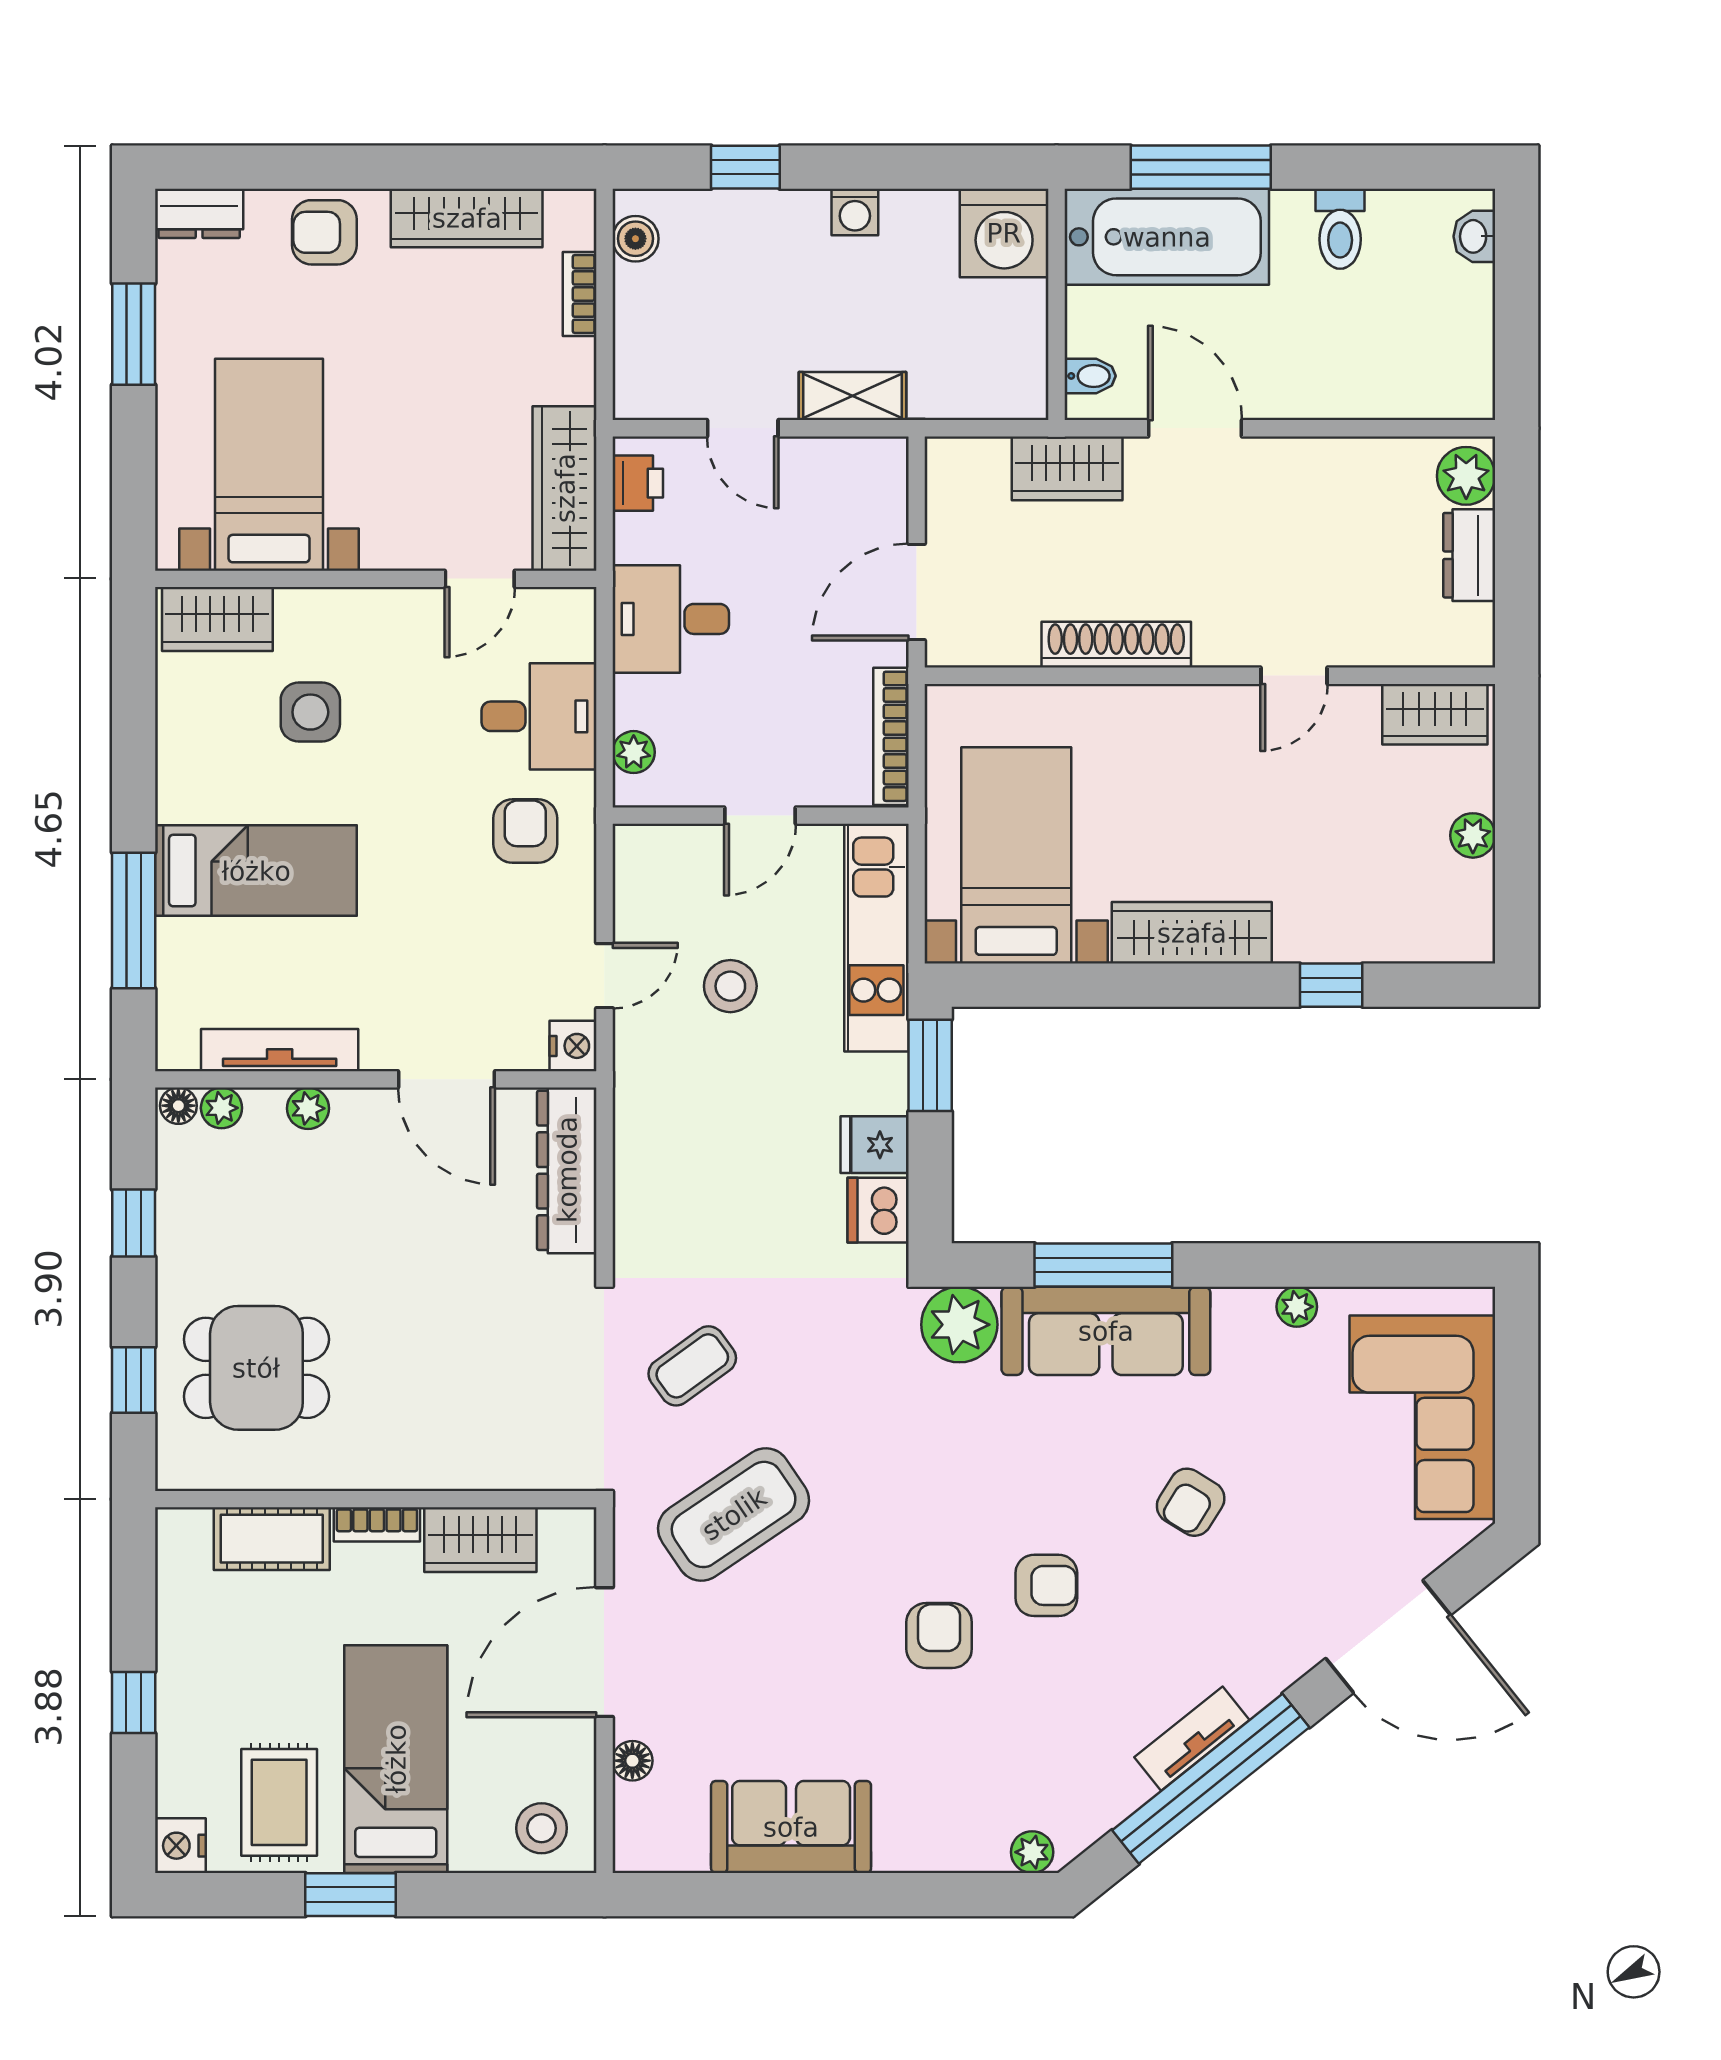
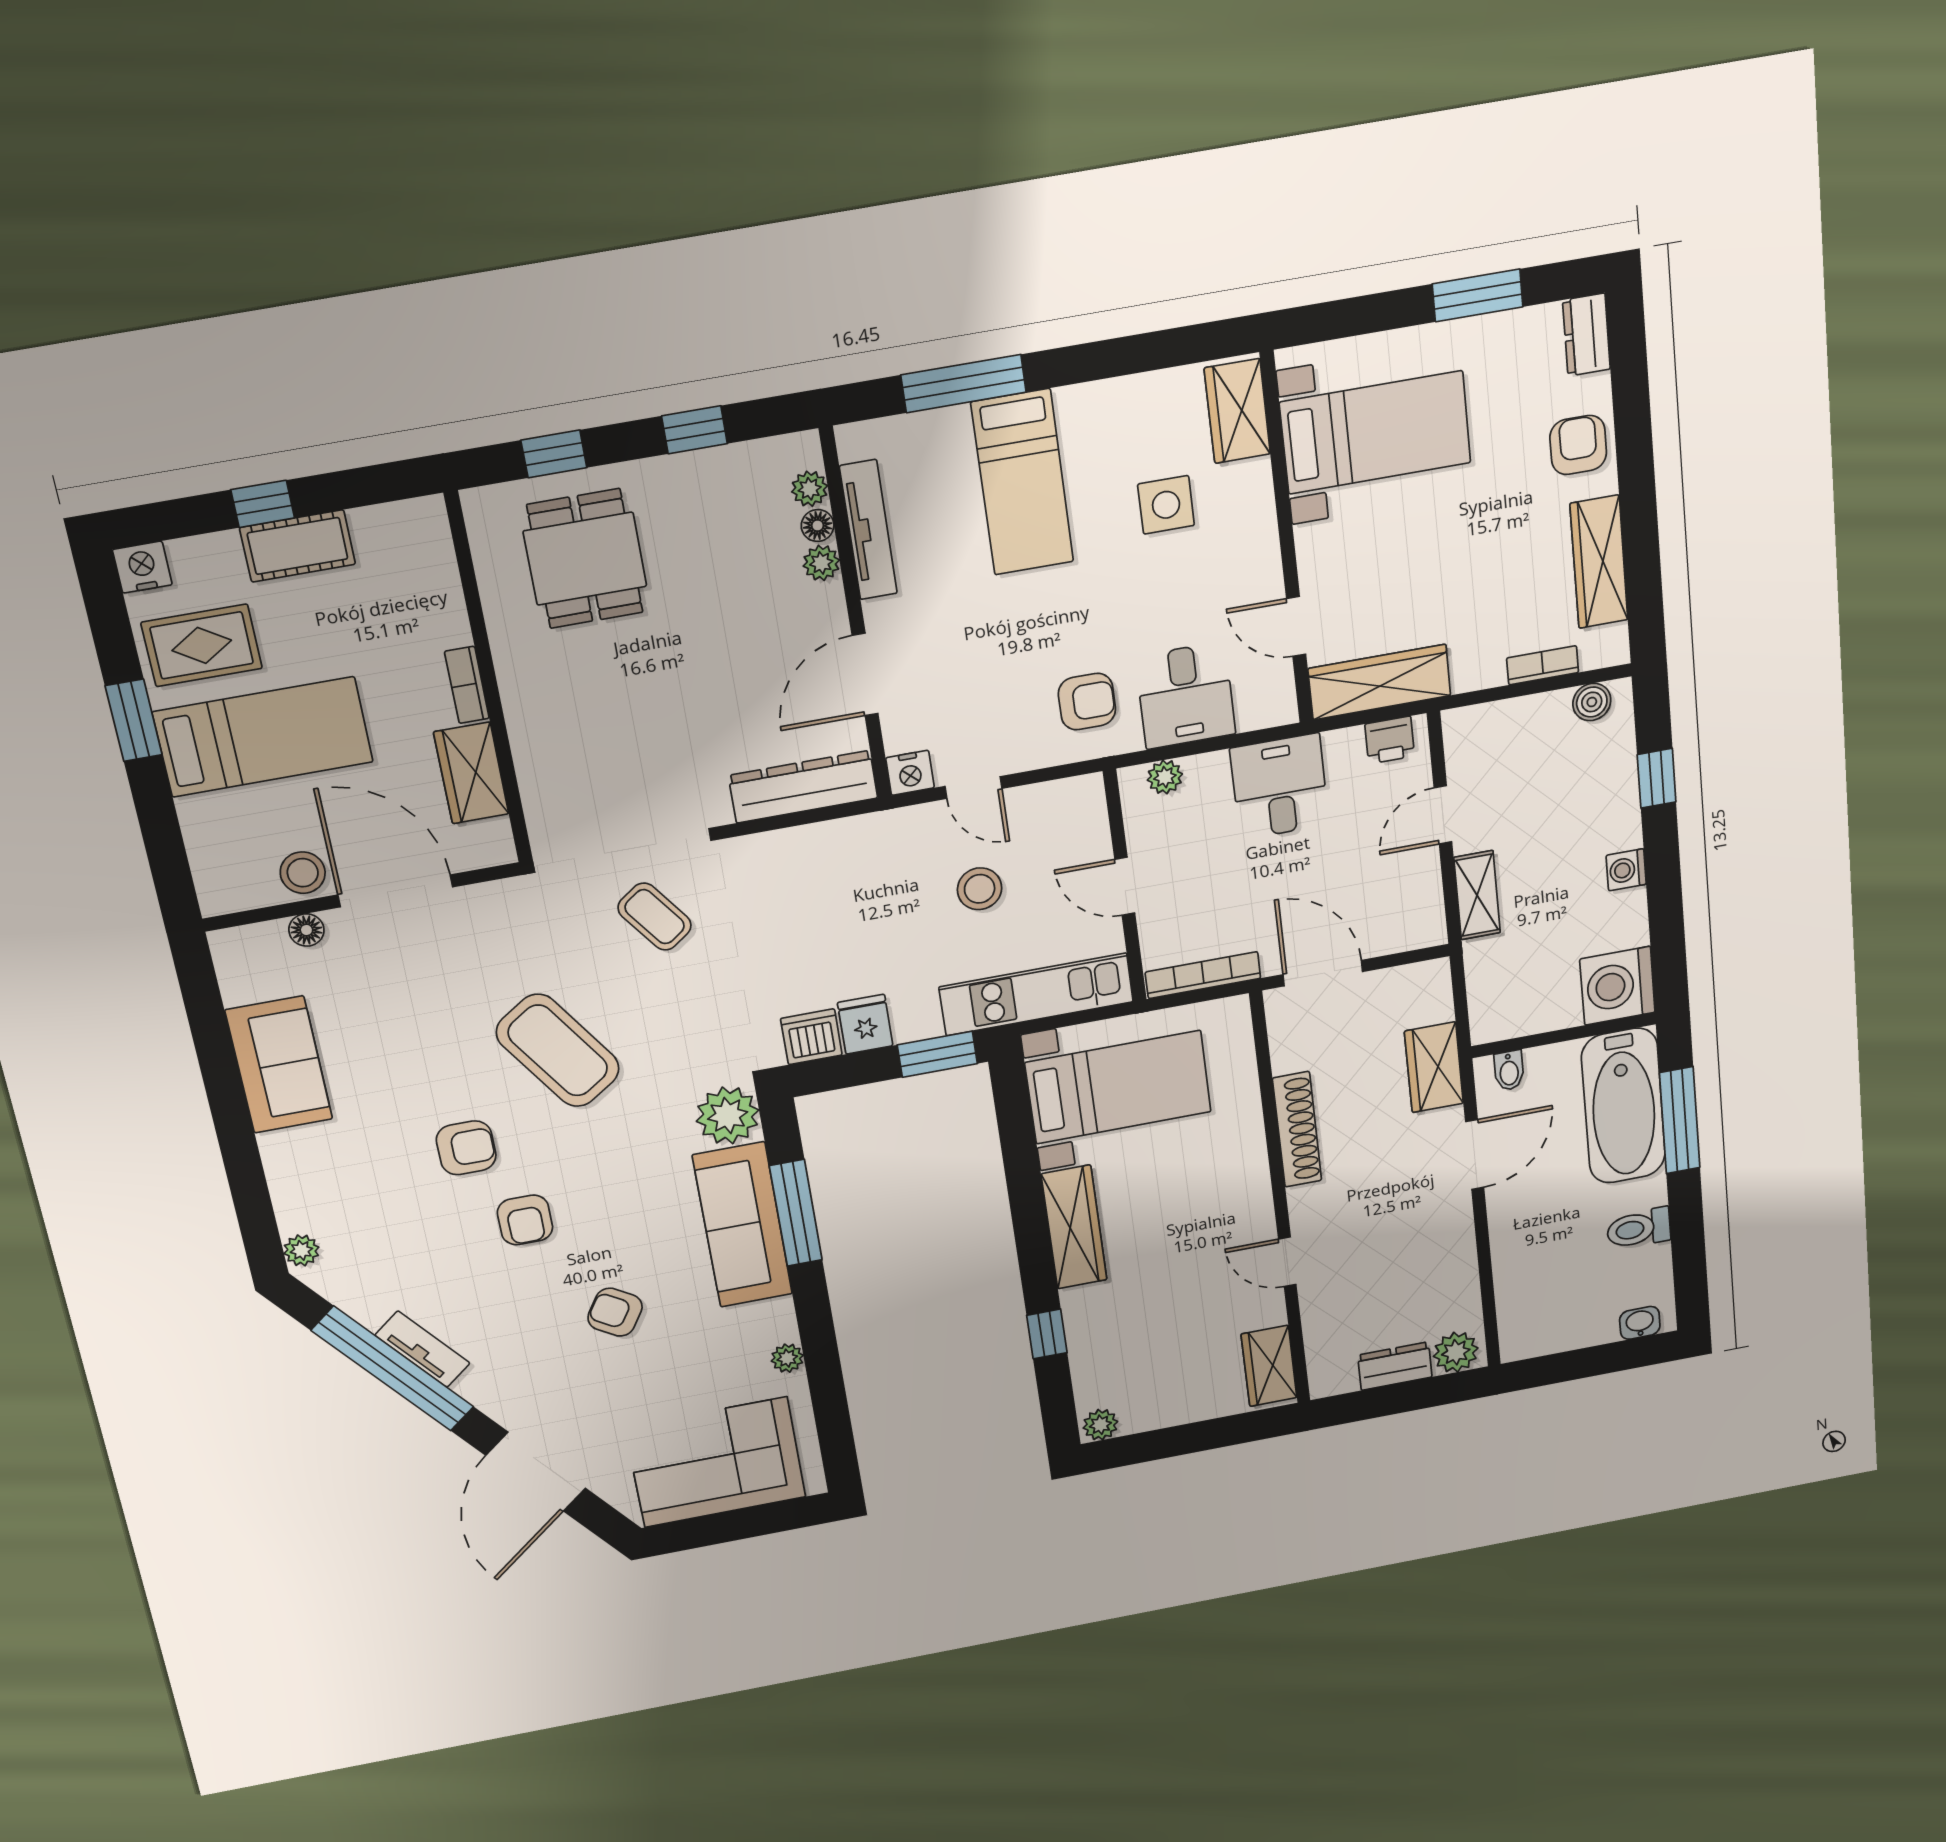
plant: (1473, 835) -> (1100, 1425), moved
floor lamp: (178, 1106) -> (818, 525), moved
coffee table: (734, 1514) -> (558, 1050), moved
cot: (272, 1539) -> (298, 546), moved, turned 90
stool: (542, 1828) -> (303, 873), moved

